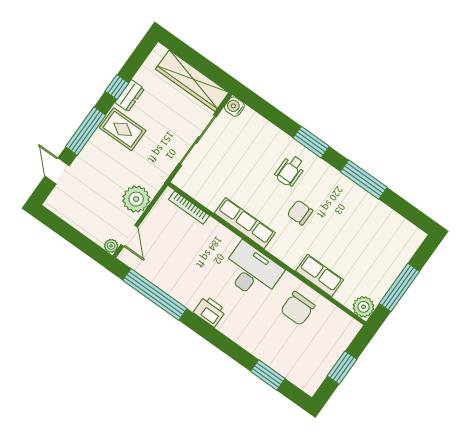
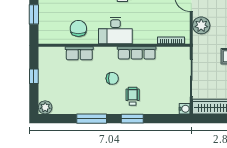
window: (399, 287) -> (34, 76), width x0.46
plant: (364, 307) -> (45, 107), moved

